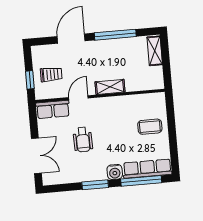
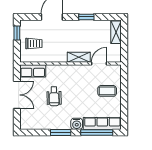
window: (115, 35) -> (86, 17), width x0.46
window: (30, 80) -> (17, 33), moved
door: (78, 98) -> (99, 64), moved
double door: (36, 156) -> (17, 95), moved

